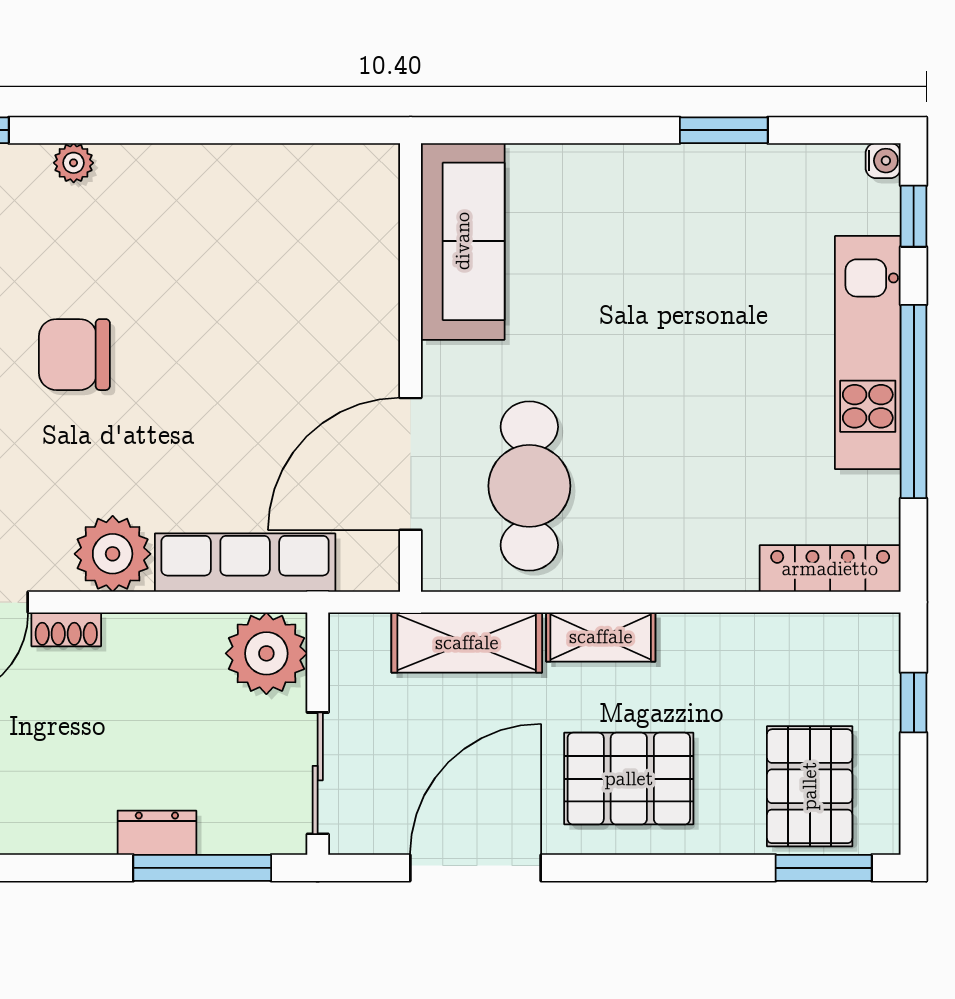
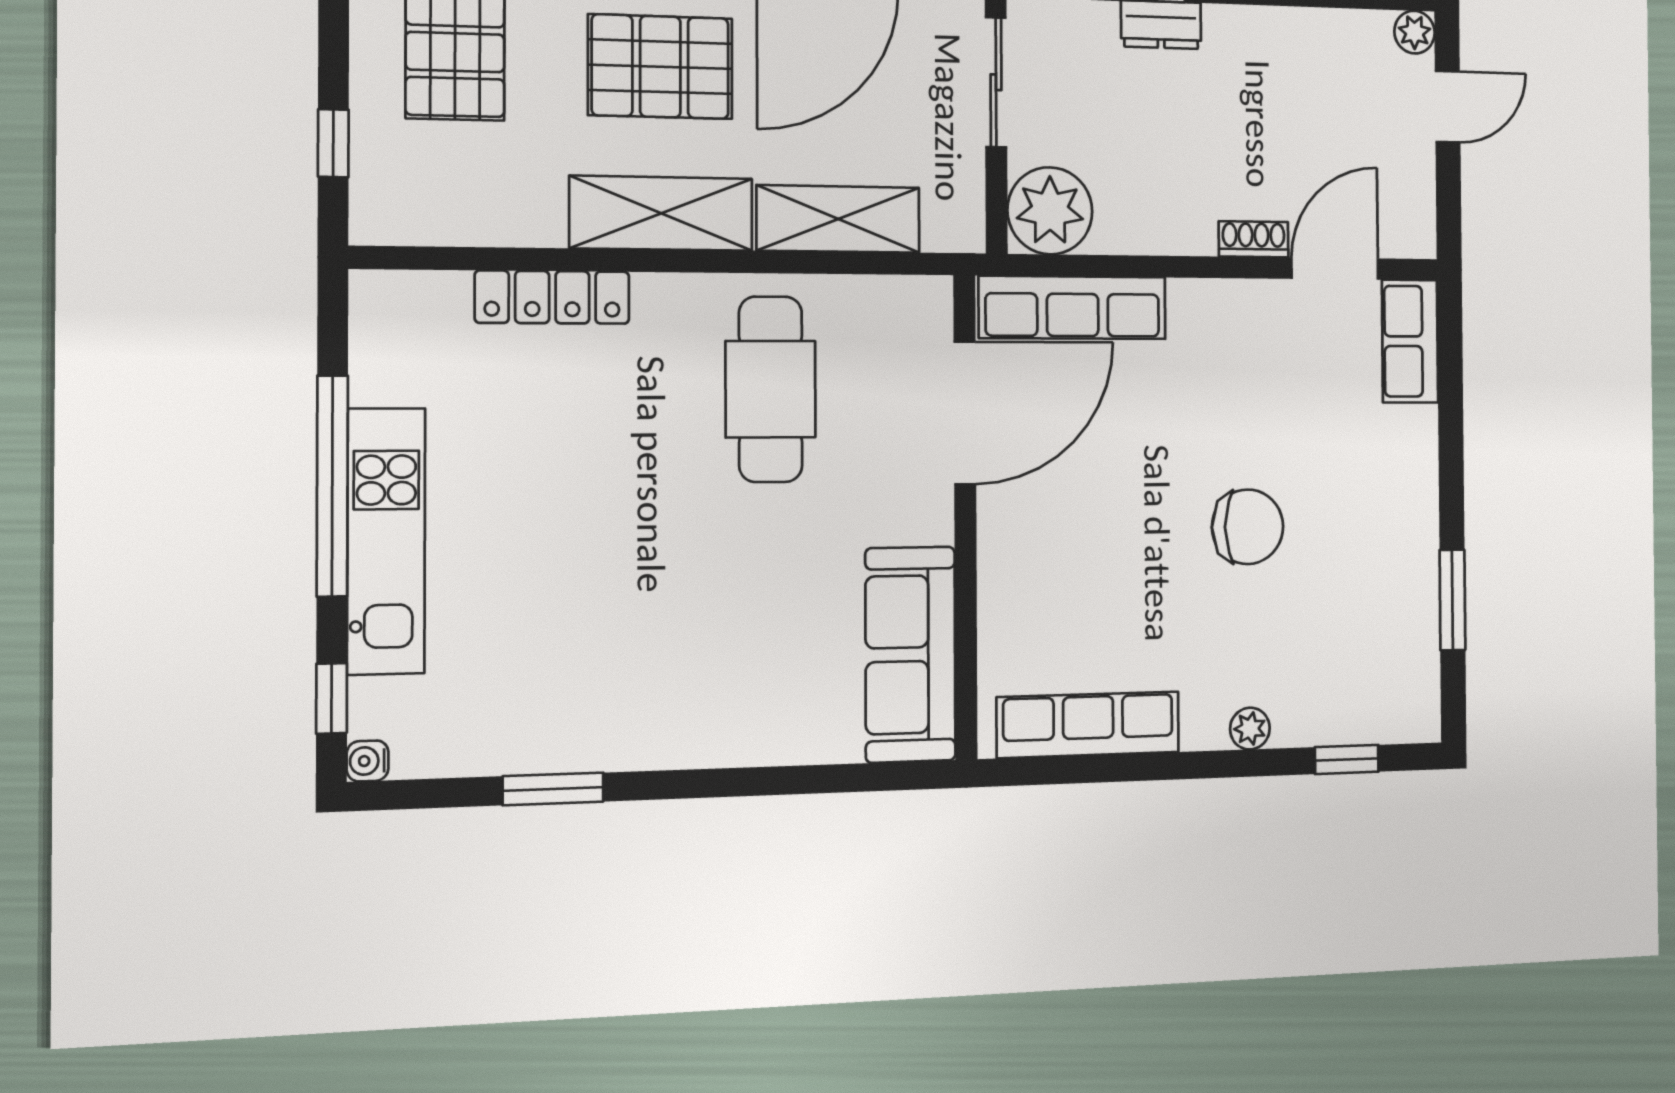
row of seats: (232, 171) -> (1088, 725), added
sofa: (463, 241) -> (910, 654), moved
wall: (411, 367) -> (965, 517), moved
door: (411, 464) -> (965, 413), moved
plant: (113, 554) -> (1208, 318), removed
locker: (830, 569) -> (552, 297), moved
shelving: (601, 637) -> (661, 213), width x1.50, depth x1.33

